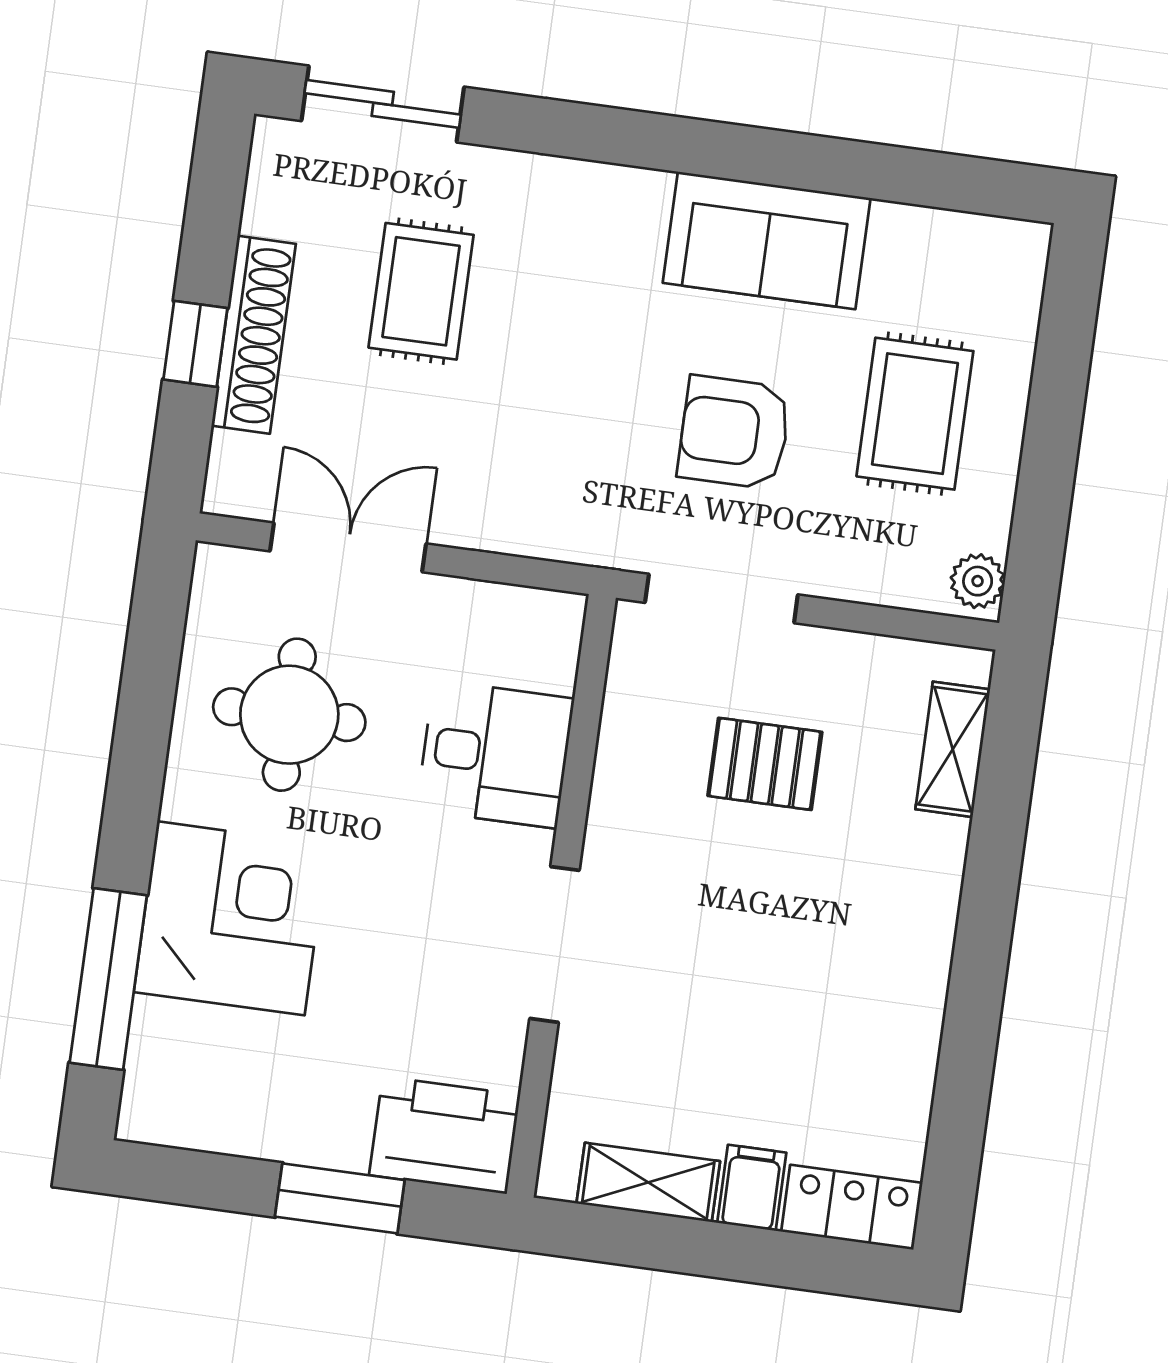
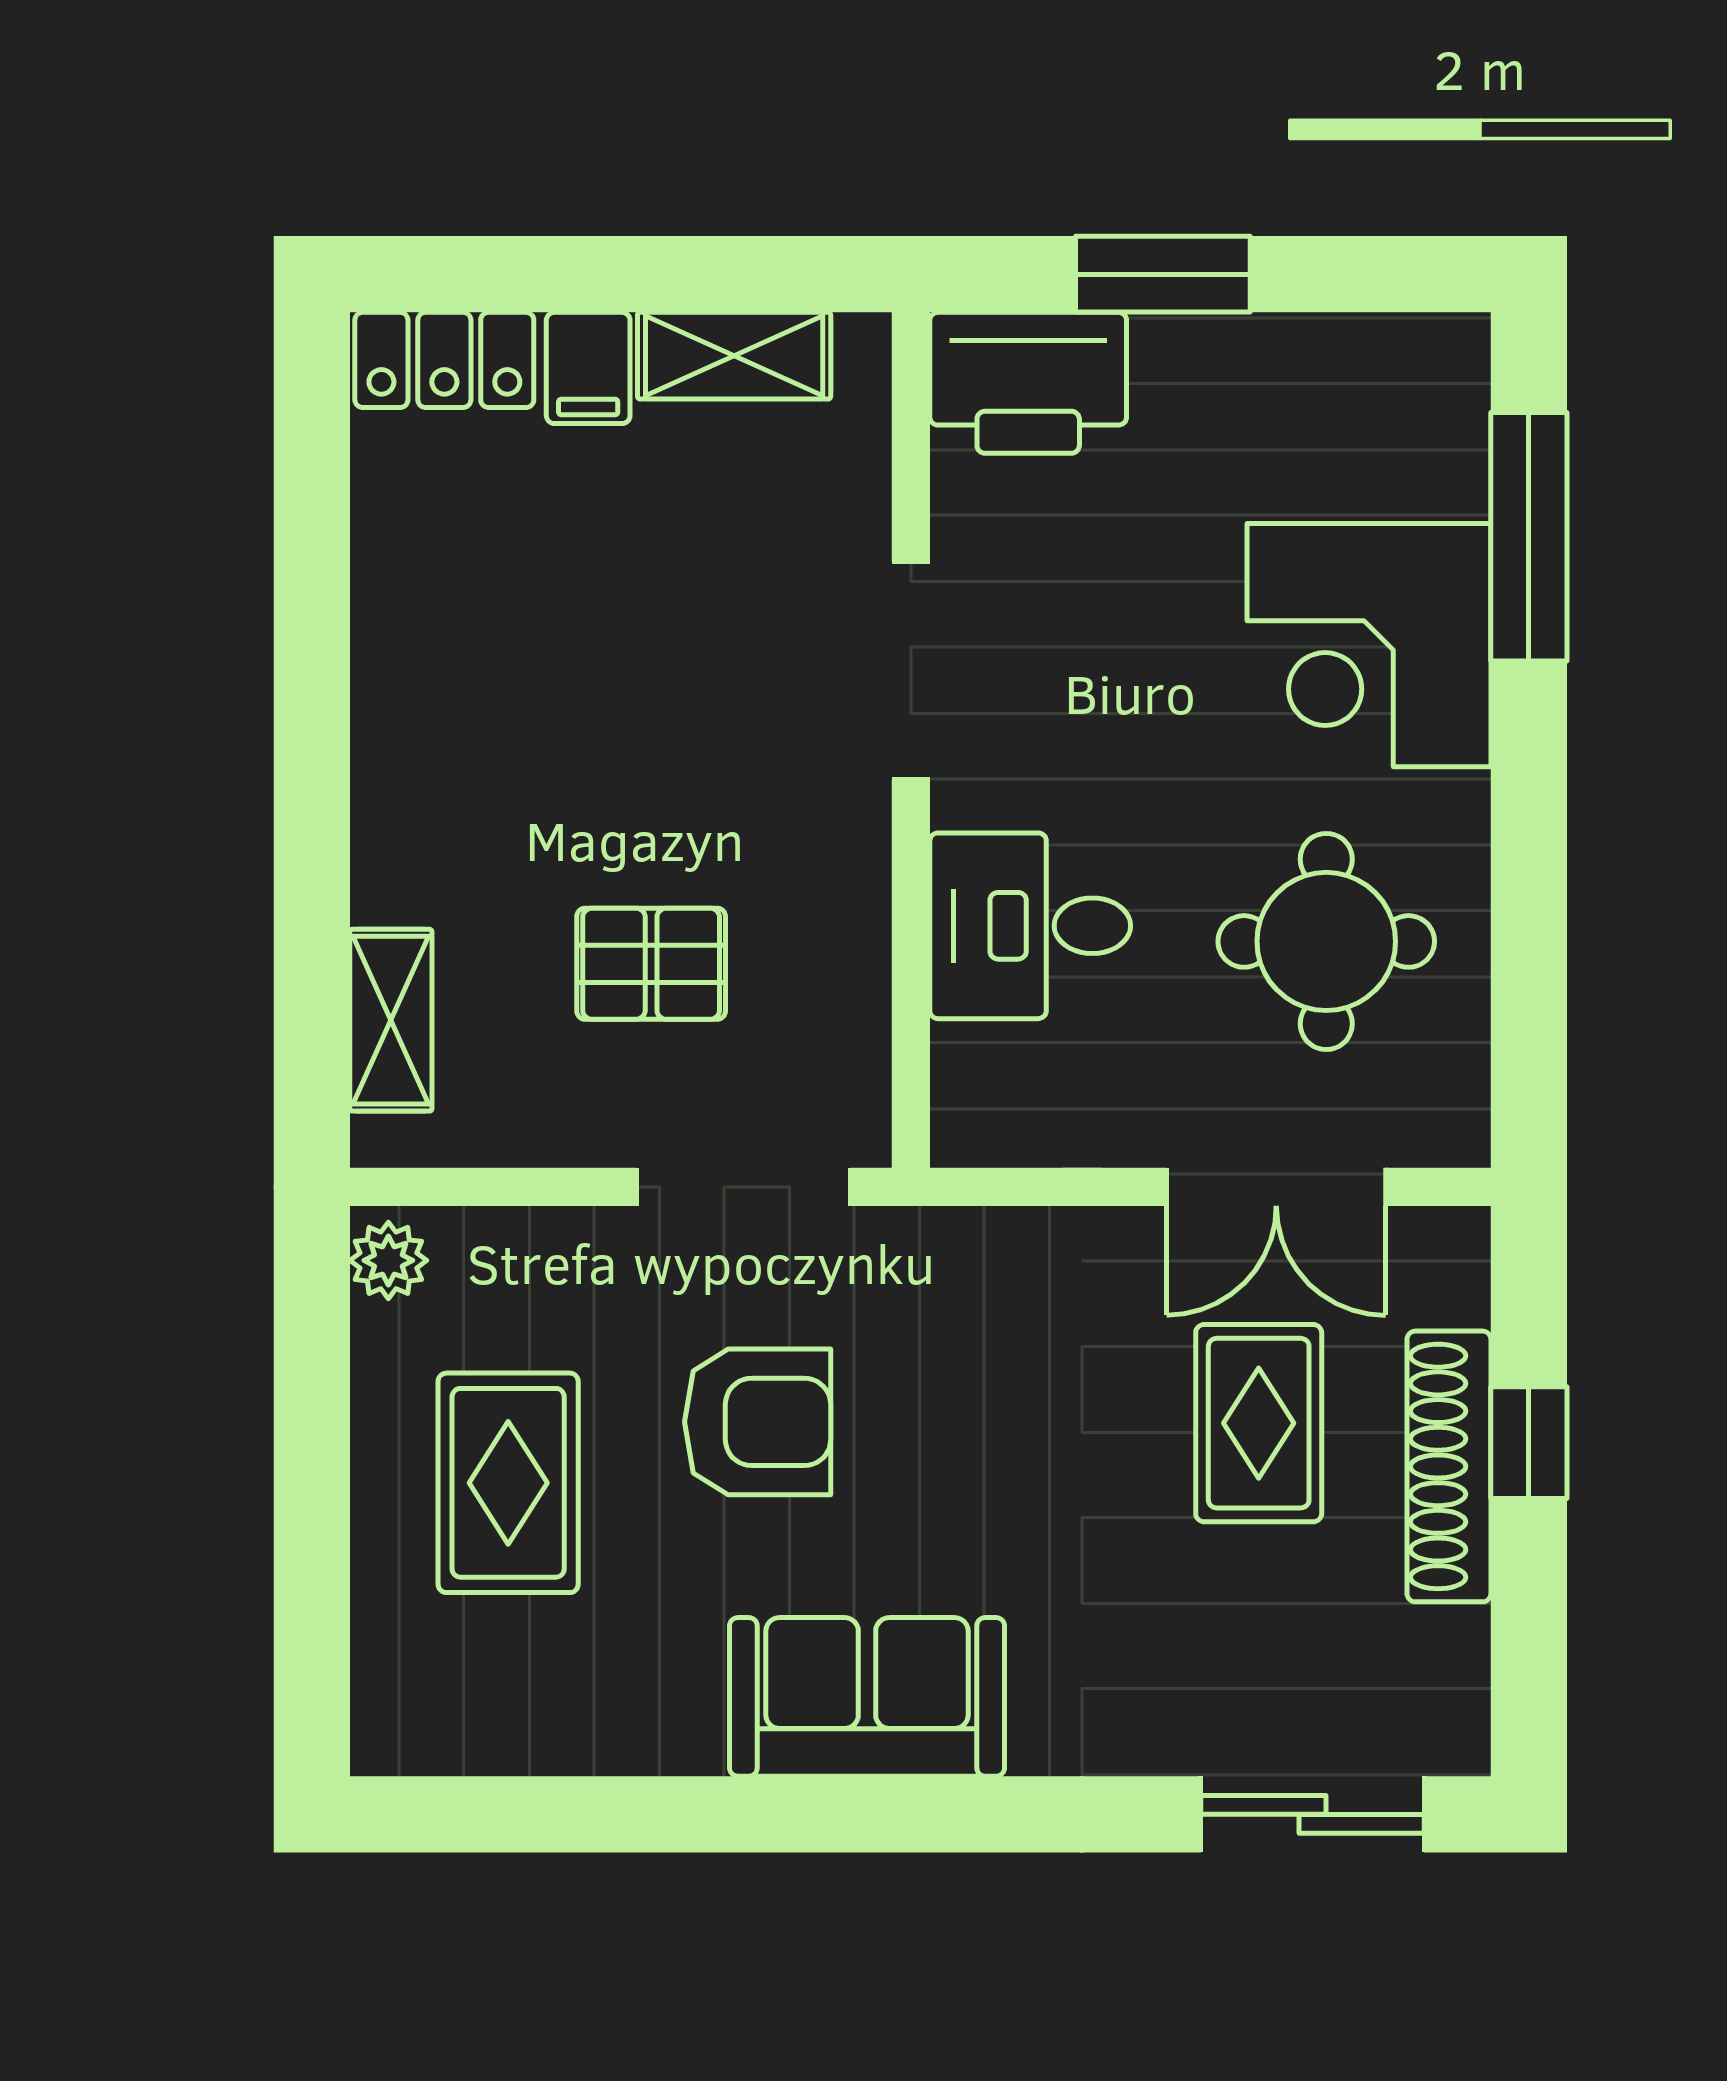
sofa: (767, 240) -> (867, 1697), moved
rug: (421, 291) -> (1259, 1423), moved

